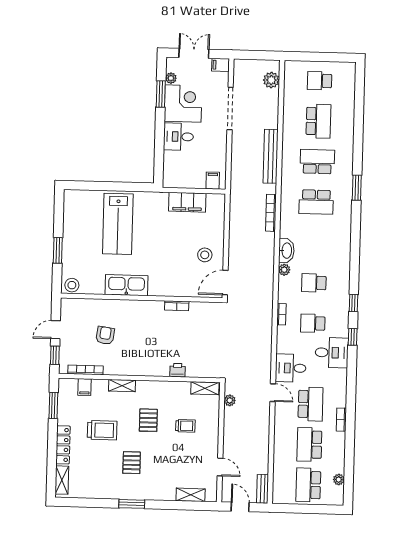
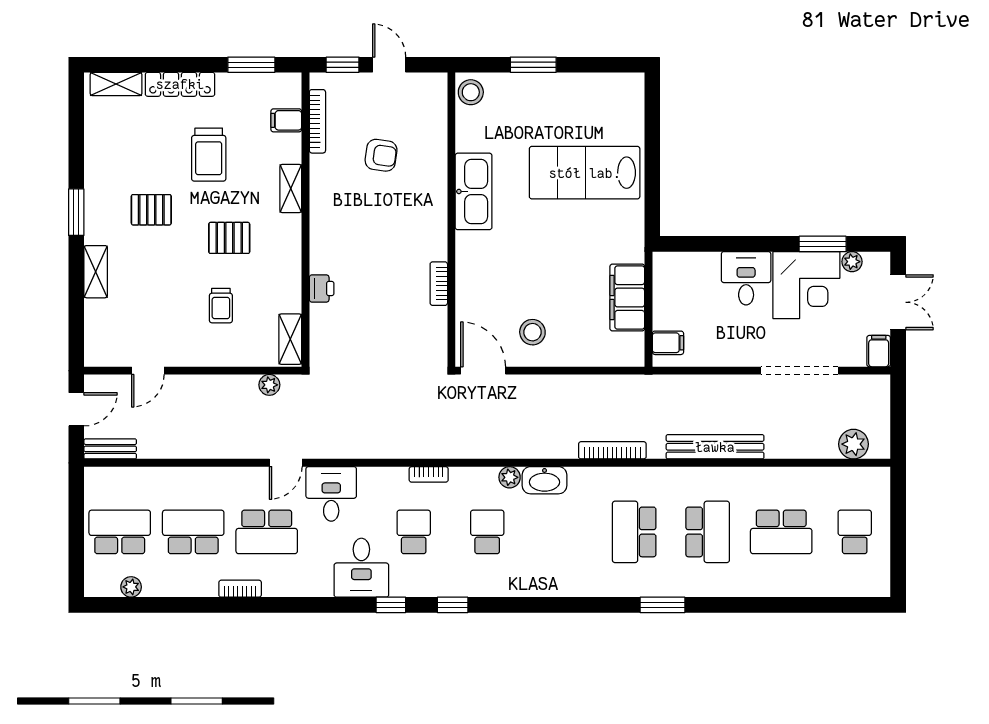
shelving: (191, 495) -> (96, 272), moved

